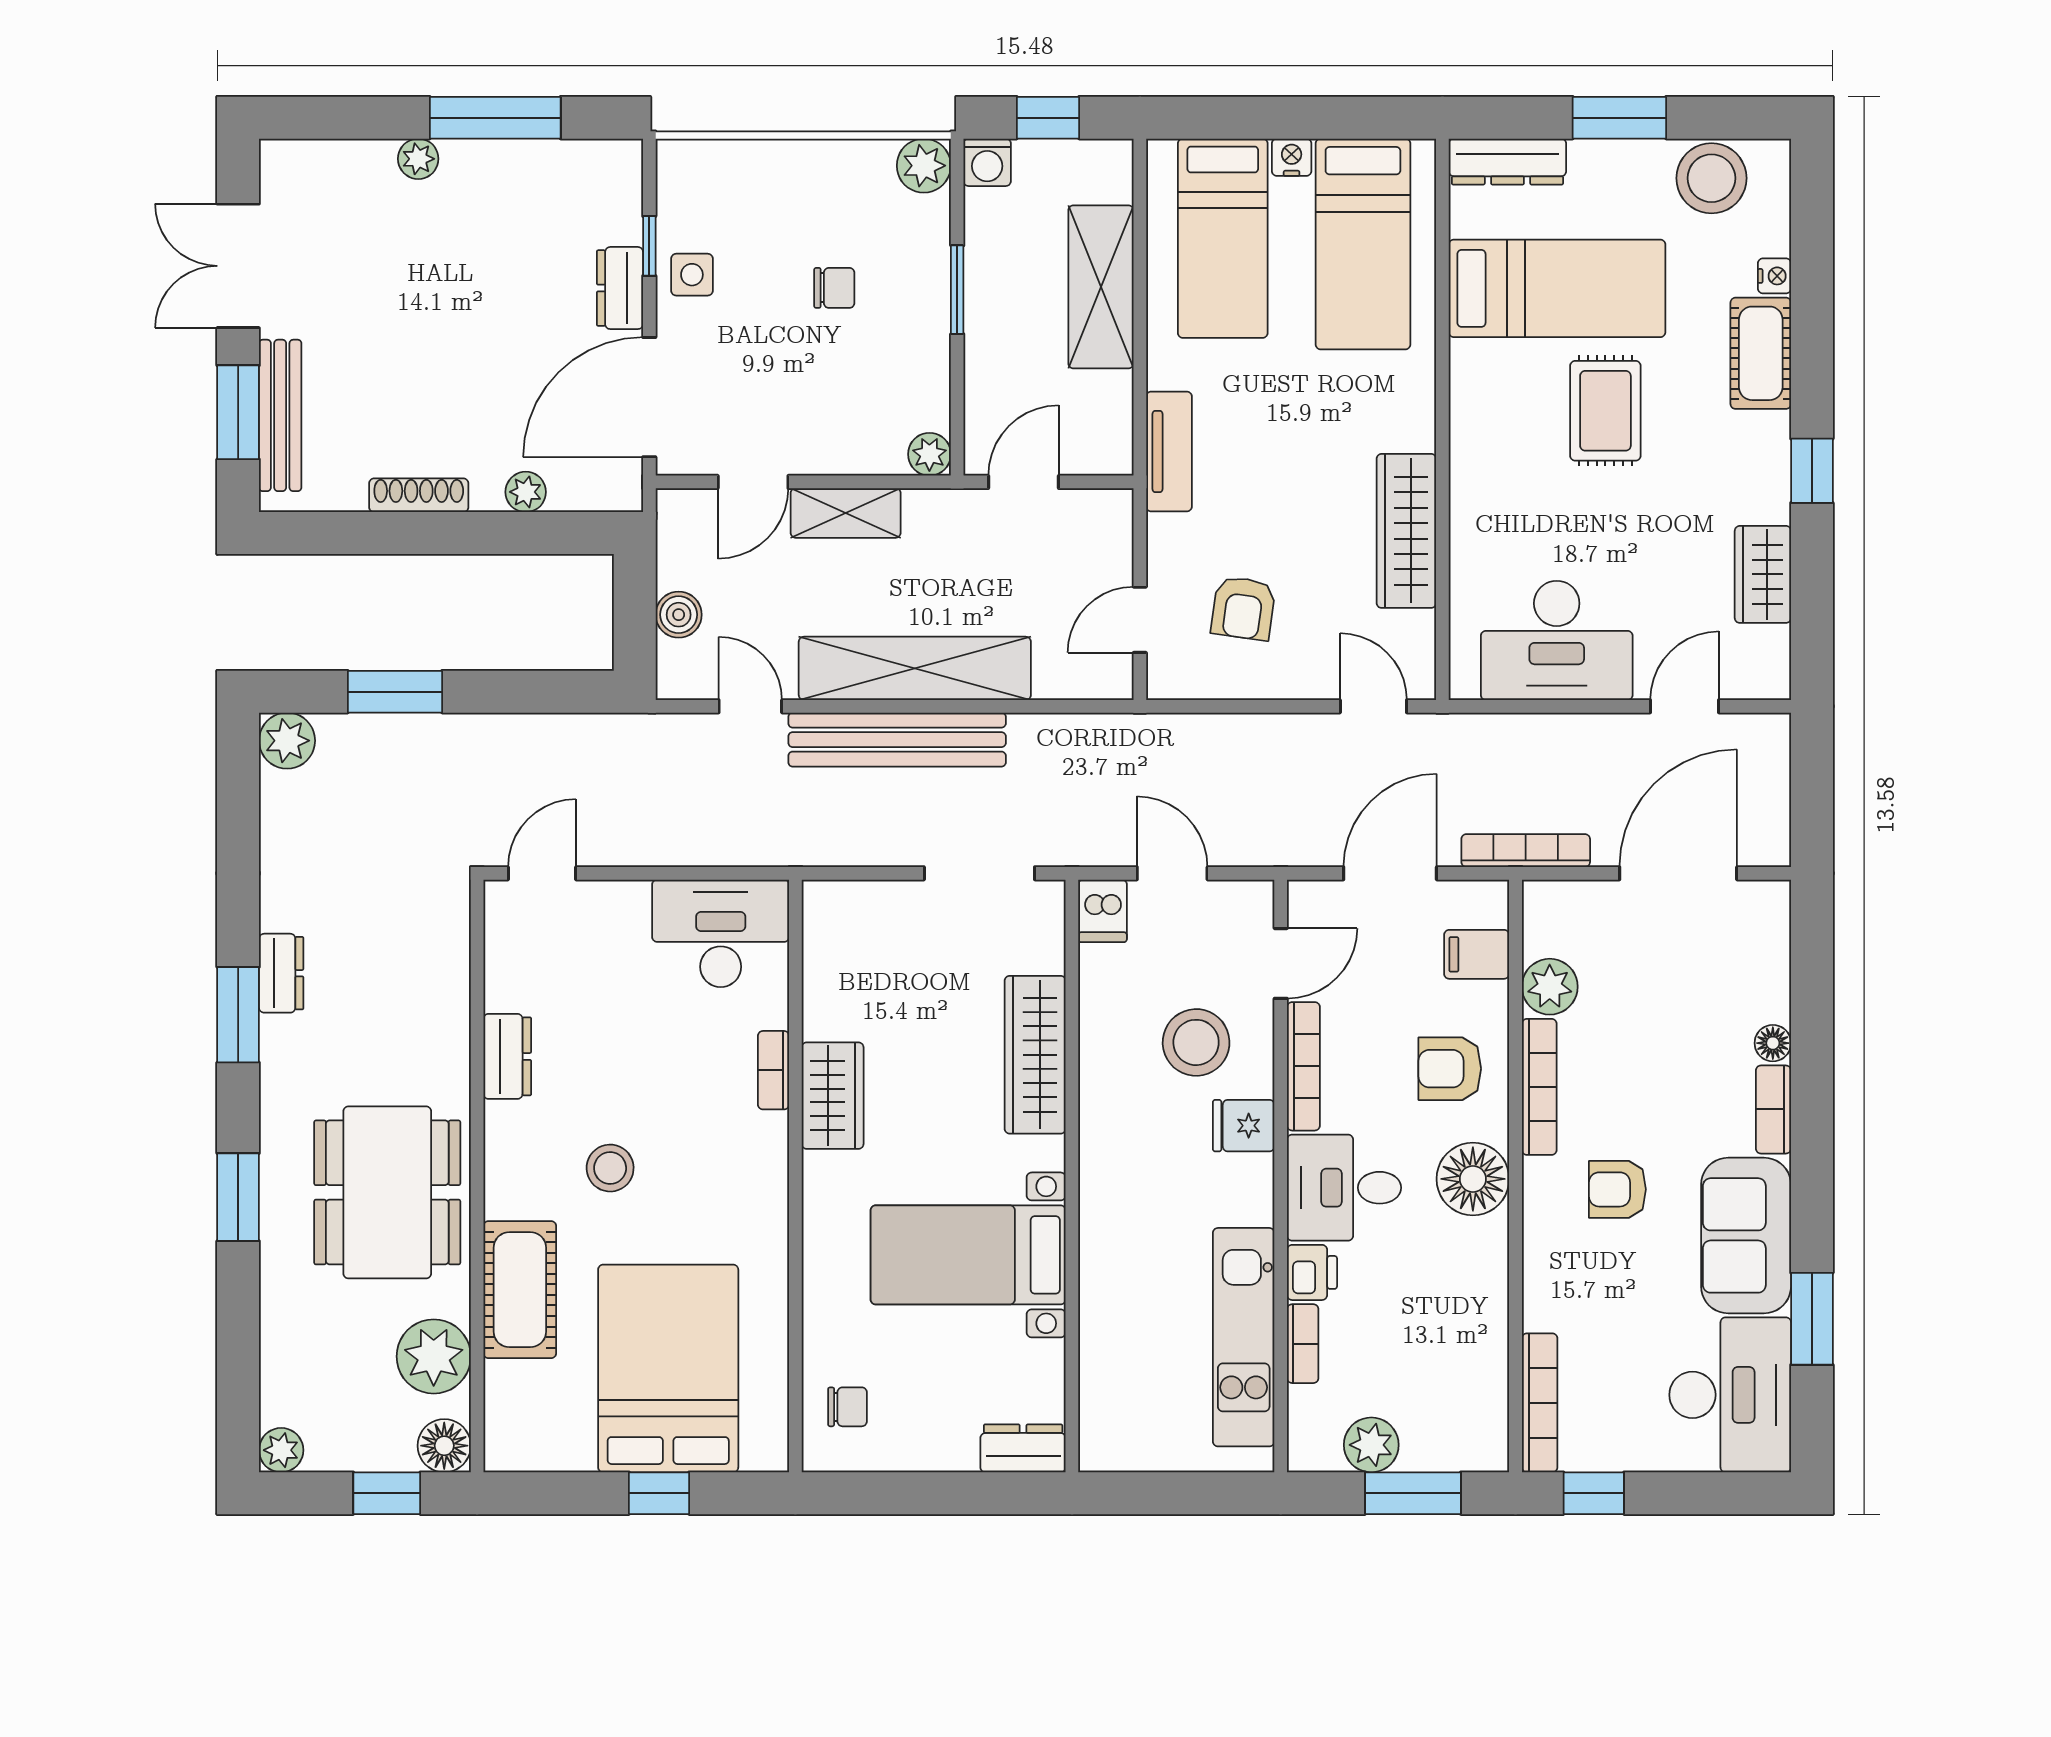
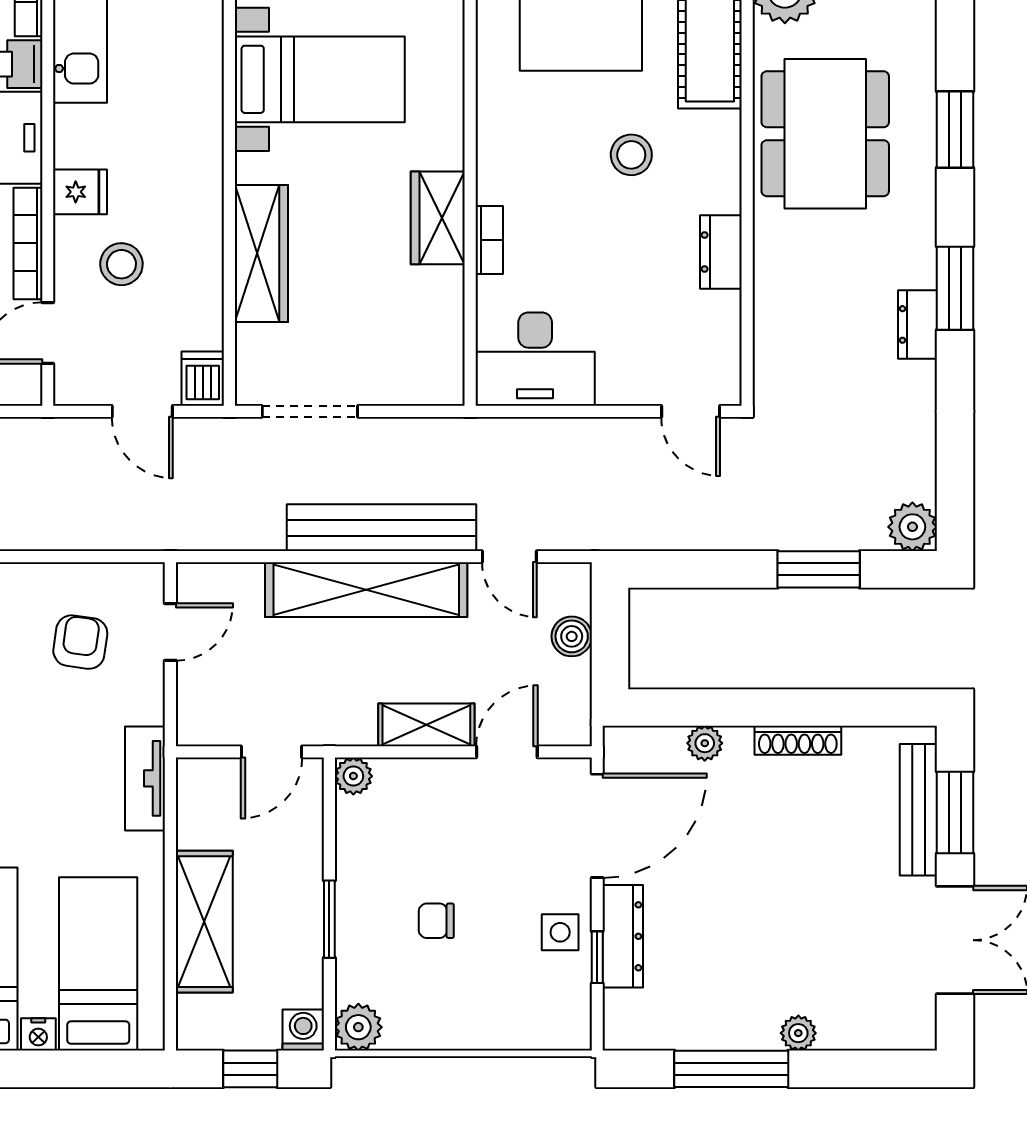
dresser: (620, 288) -> (623, 936), width x1.44
door: (542, 873) -> (691, 411), hinge flipped
stool: (1196, 1042) -> (121, 264), width x0.73, depth x0.73

